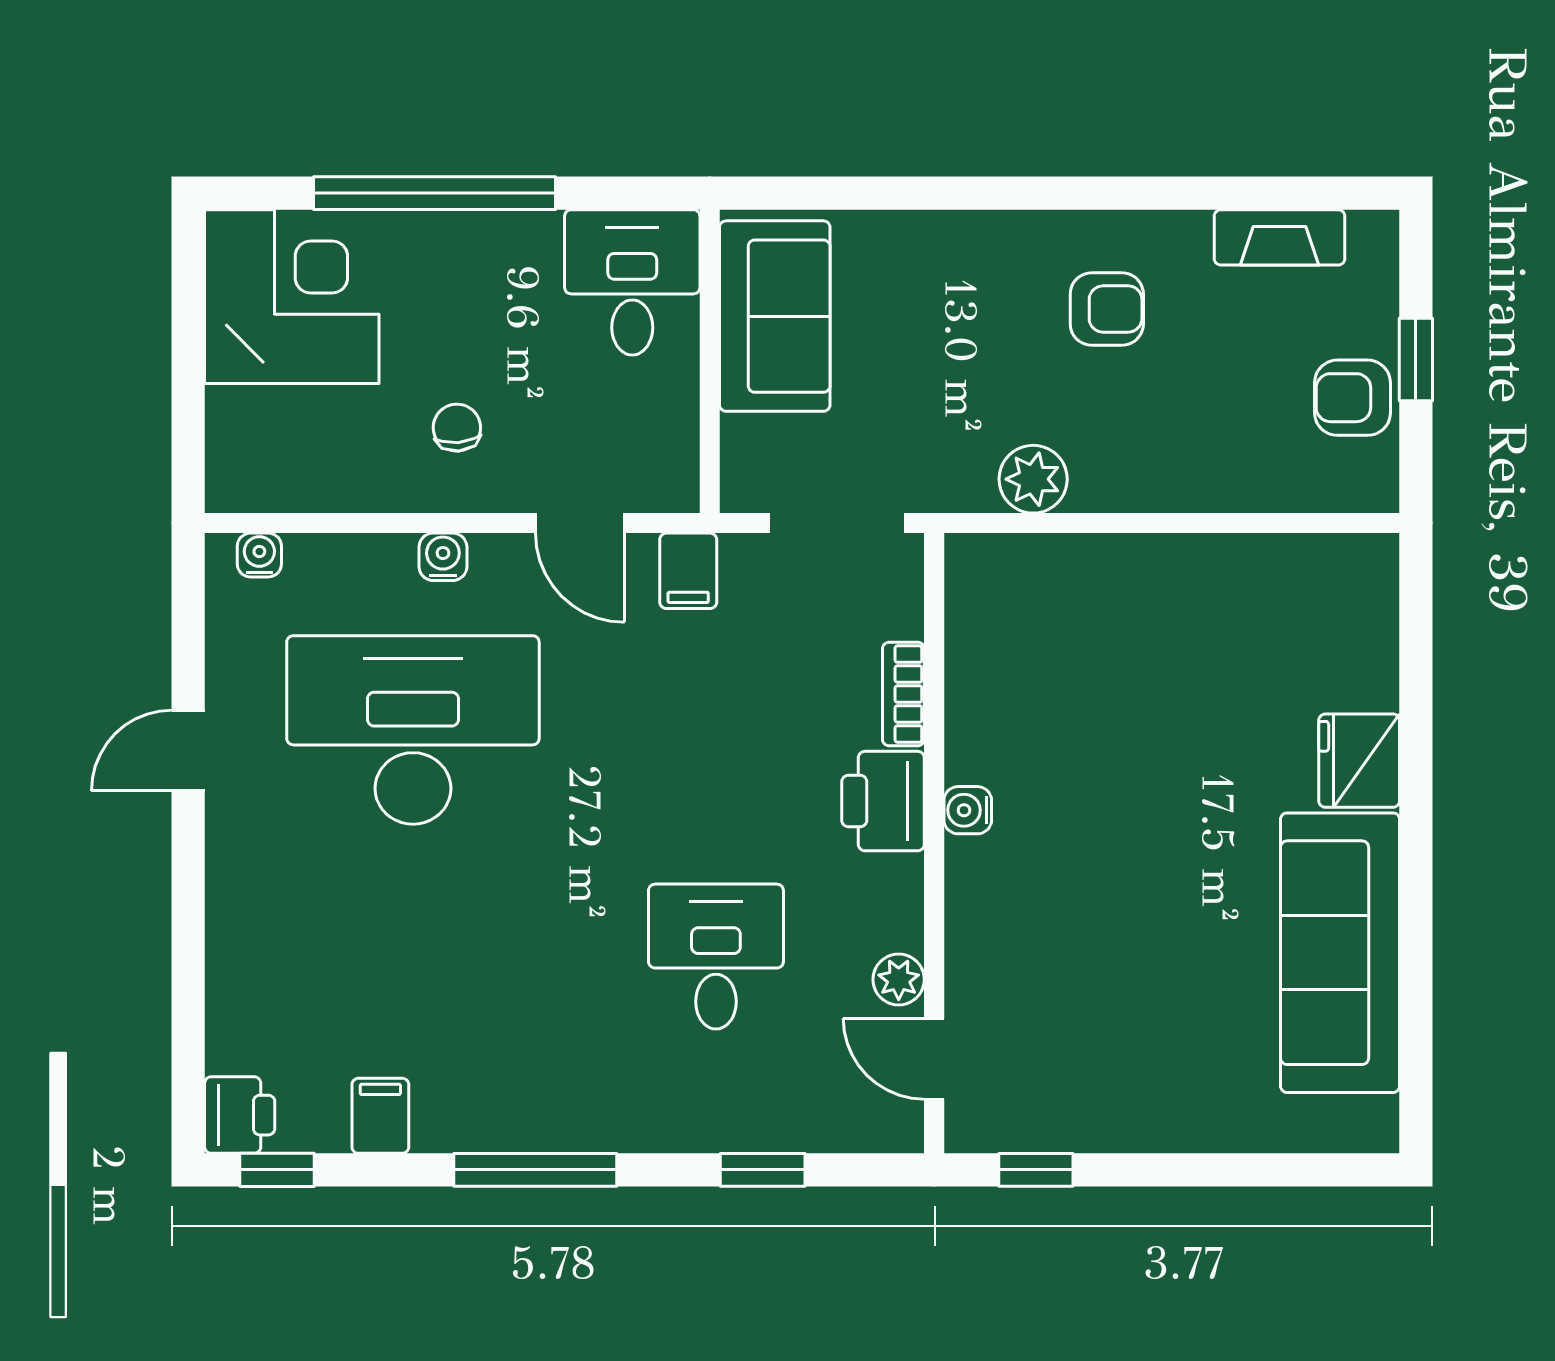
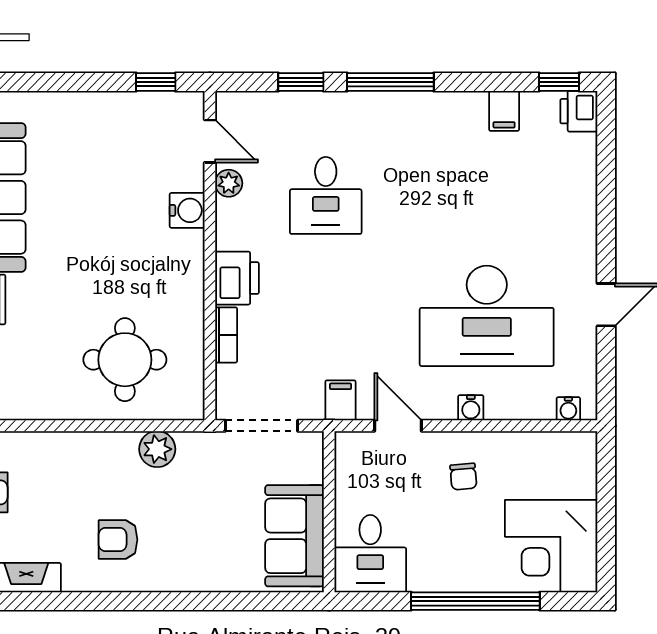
round table: (1094, 647) -> (125, 360), added
water cooler: (968, 810) -> (187, 210), moved, width x1.38, depth x1.38
window: (535, 1170) -> (390, 82), moved

